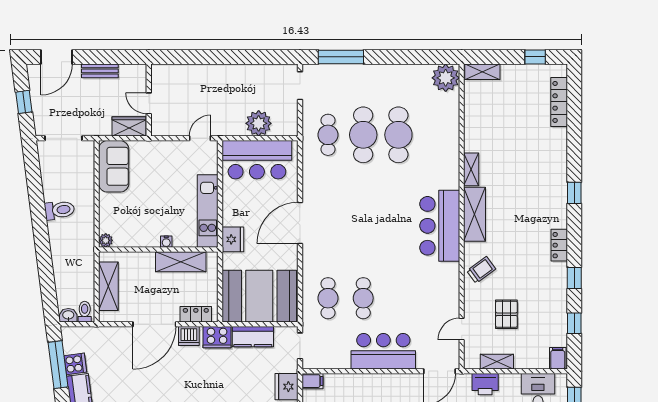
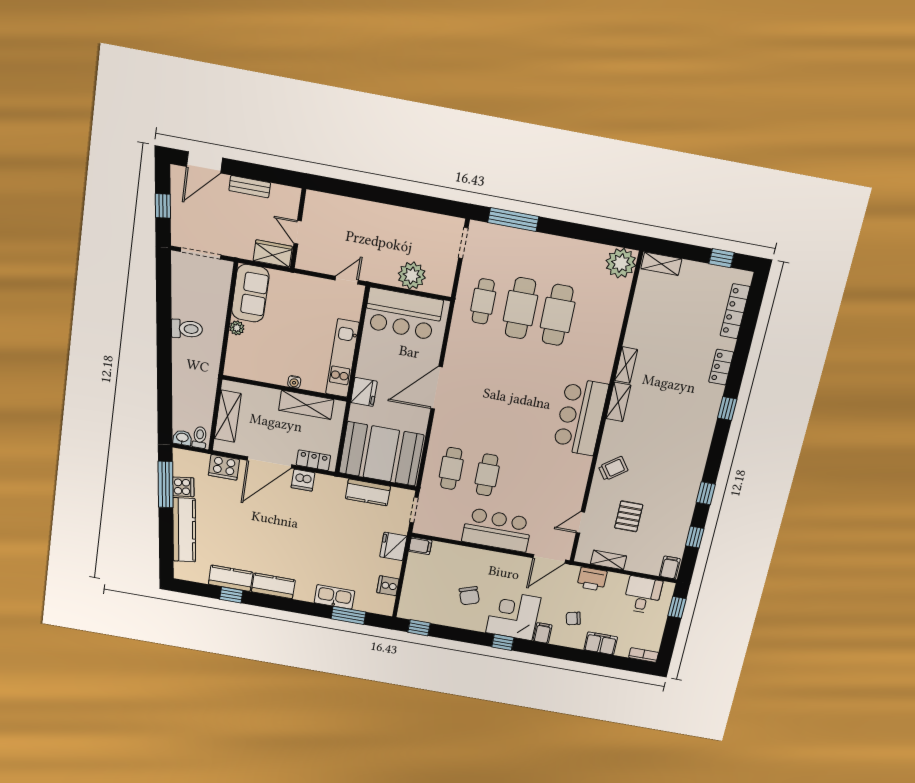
shelving: (475, 214) -> (618, 402), width x0.67, depth x0.75
plant: (106, 240) -> (237, 328), moved
locker: (559, 245) -> (721, 367), moved
cooker: (217, 337) -> (224, 467), moved

